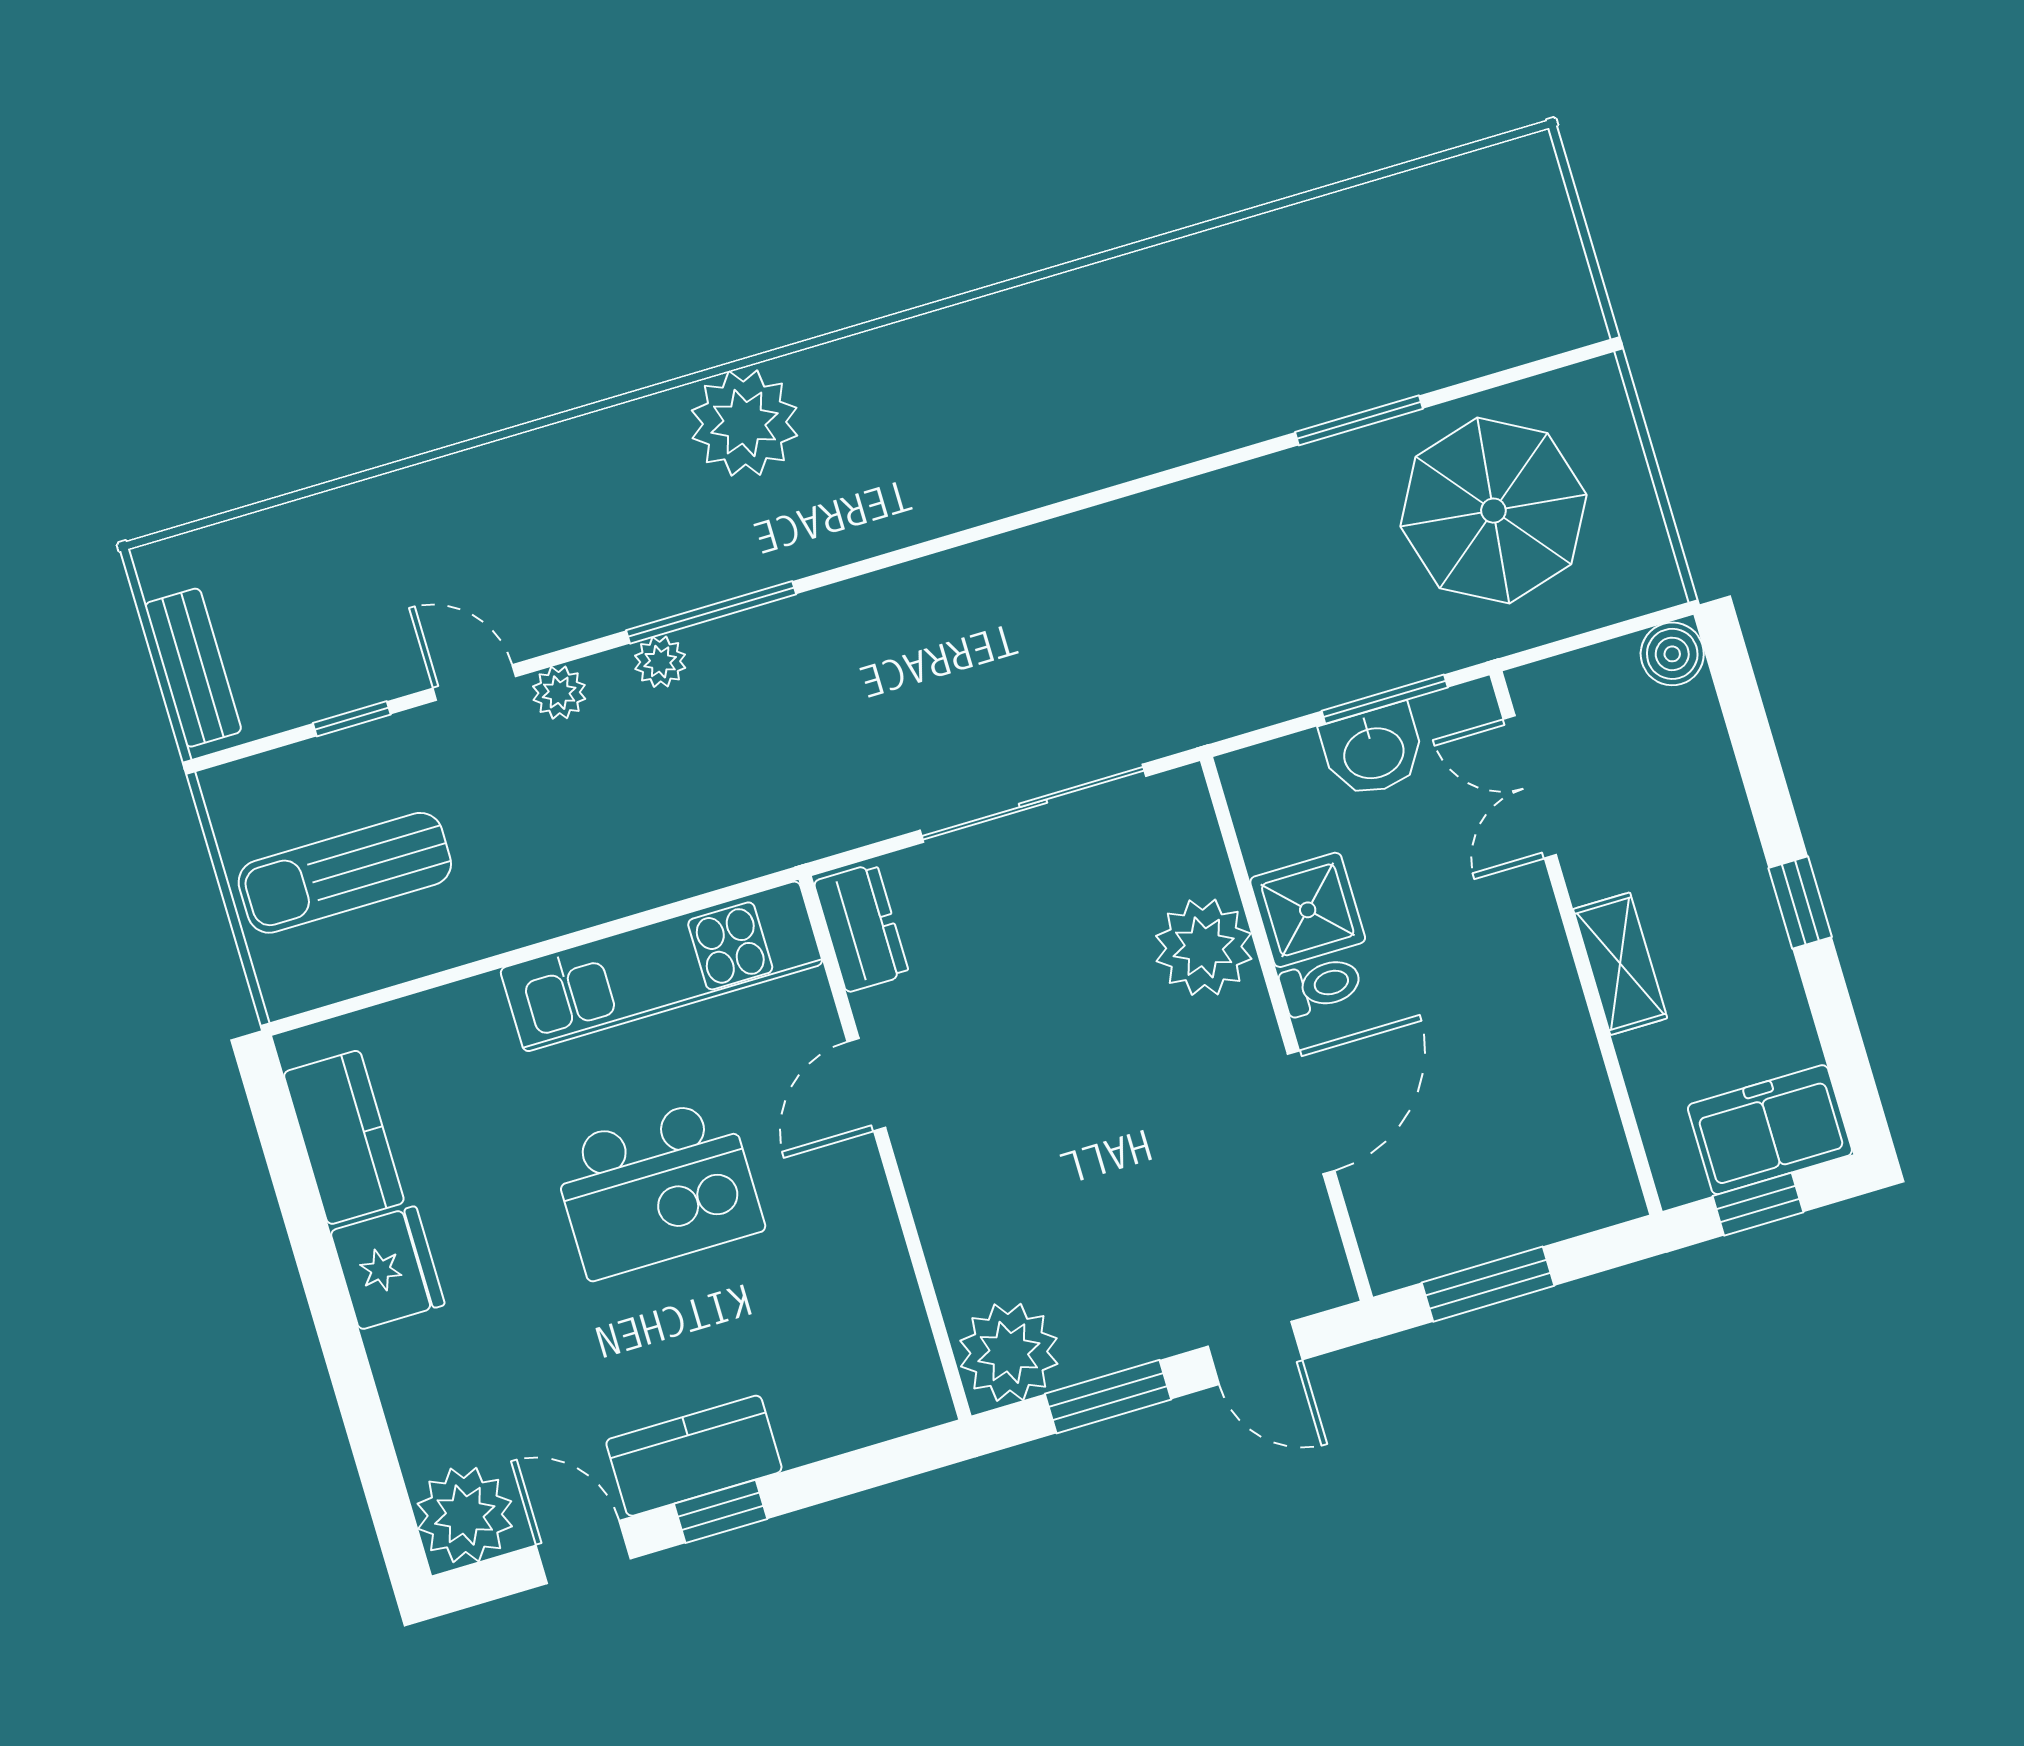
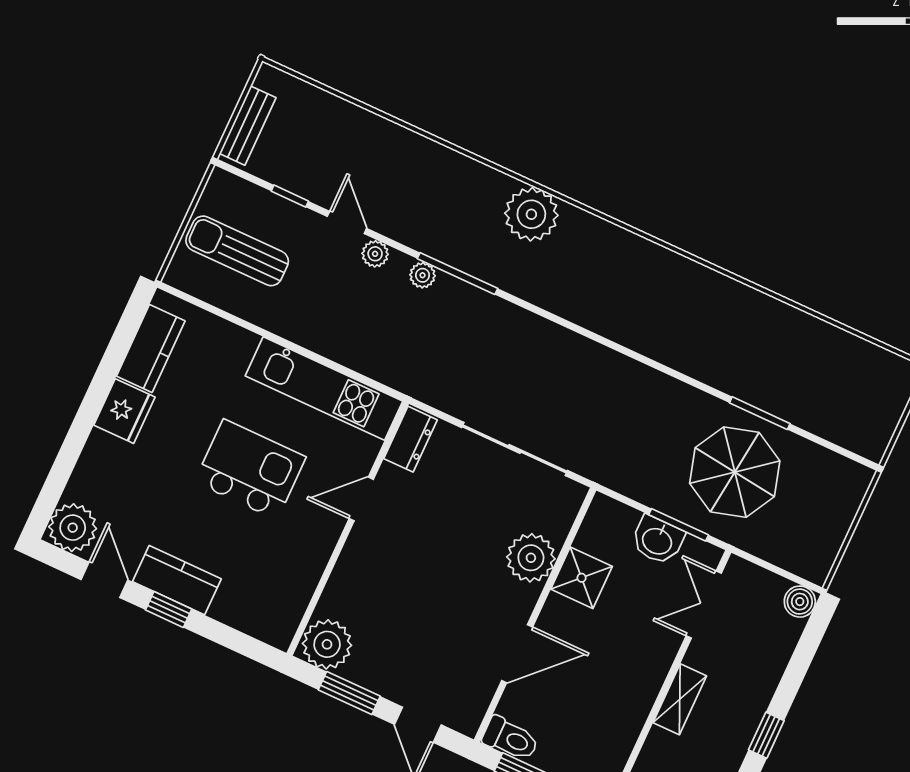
parasol: (1493, 511) -> (735, 472), moved
toilet: (1321, 986) -> (510, 739), moved, width x1.37, depth x1.39
kitchen island: (657, 1189) -> (250, 469), turned 180

